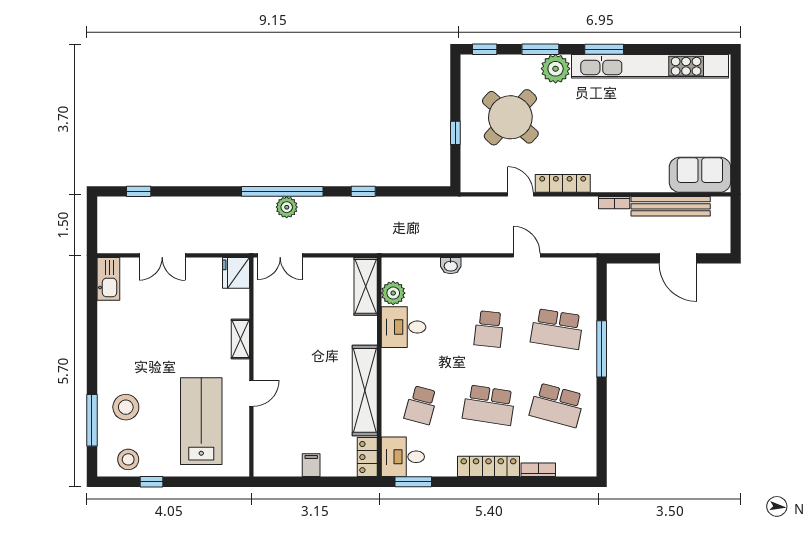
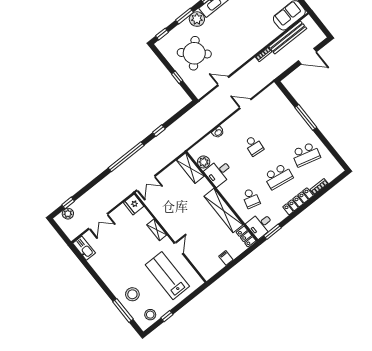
locker: (563, 183) -> (237, 63), removed
plant: (287, 207) -> (68, 214), moved
school desk: (557, 329) -> (281, 124), removed

